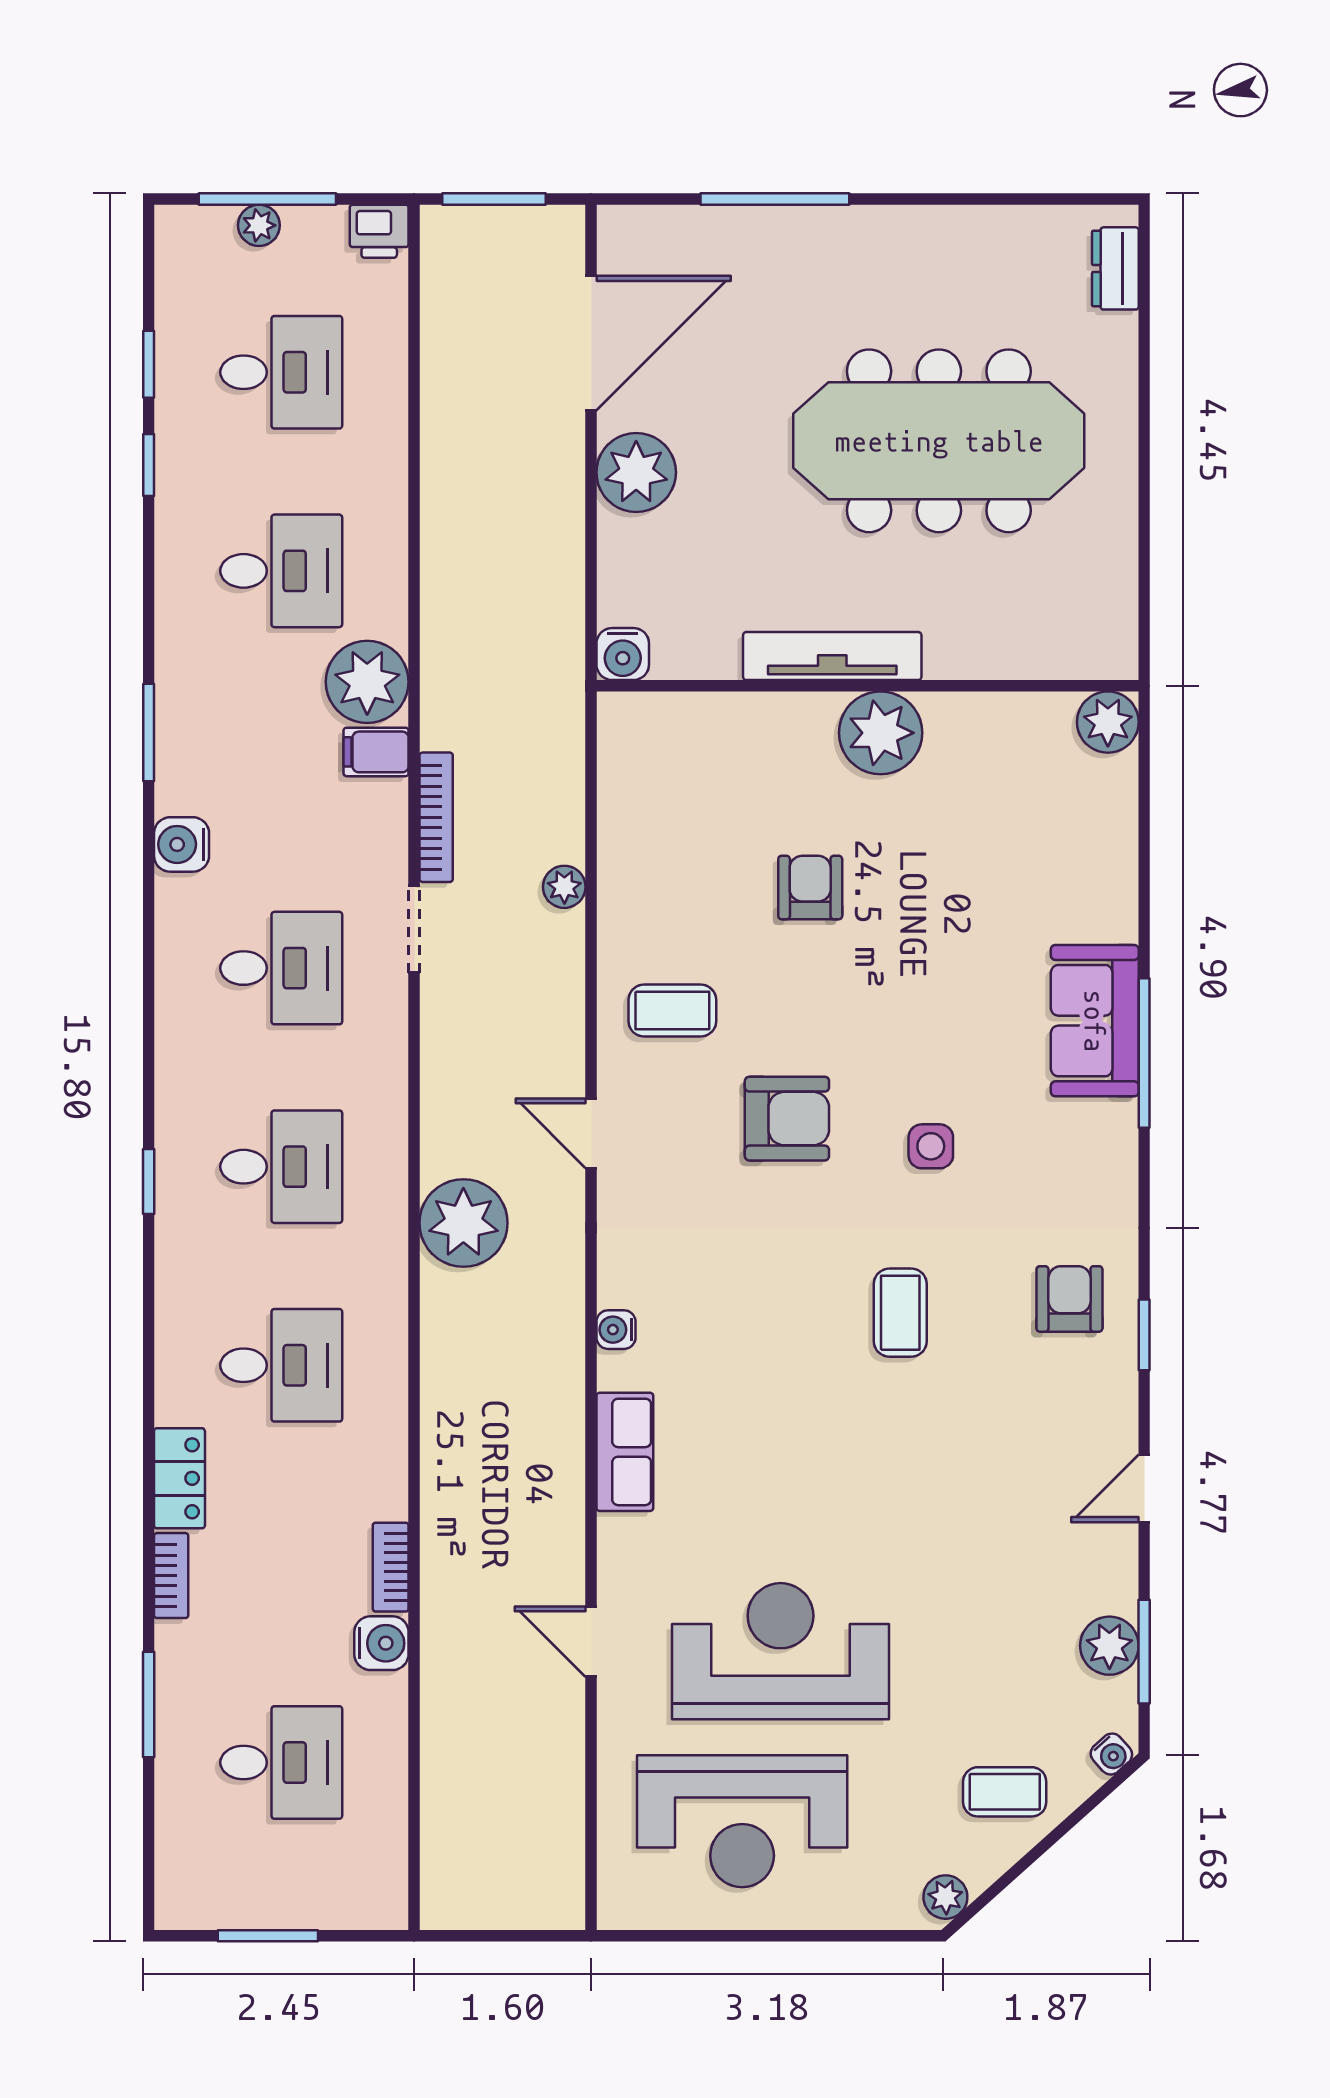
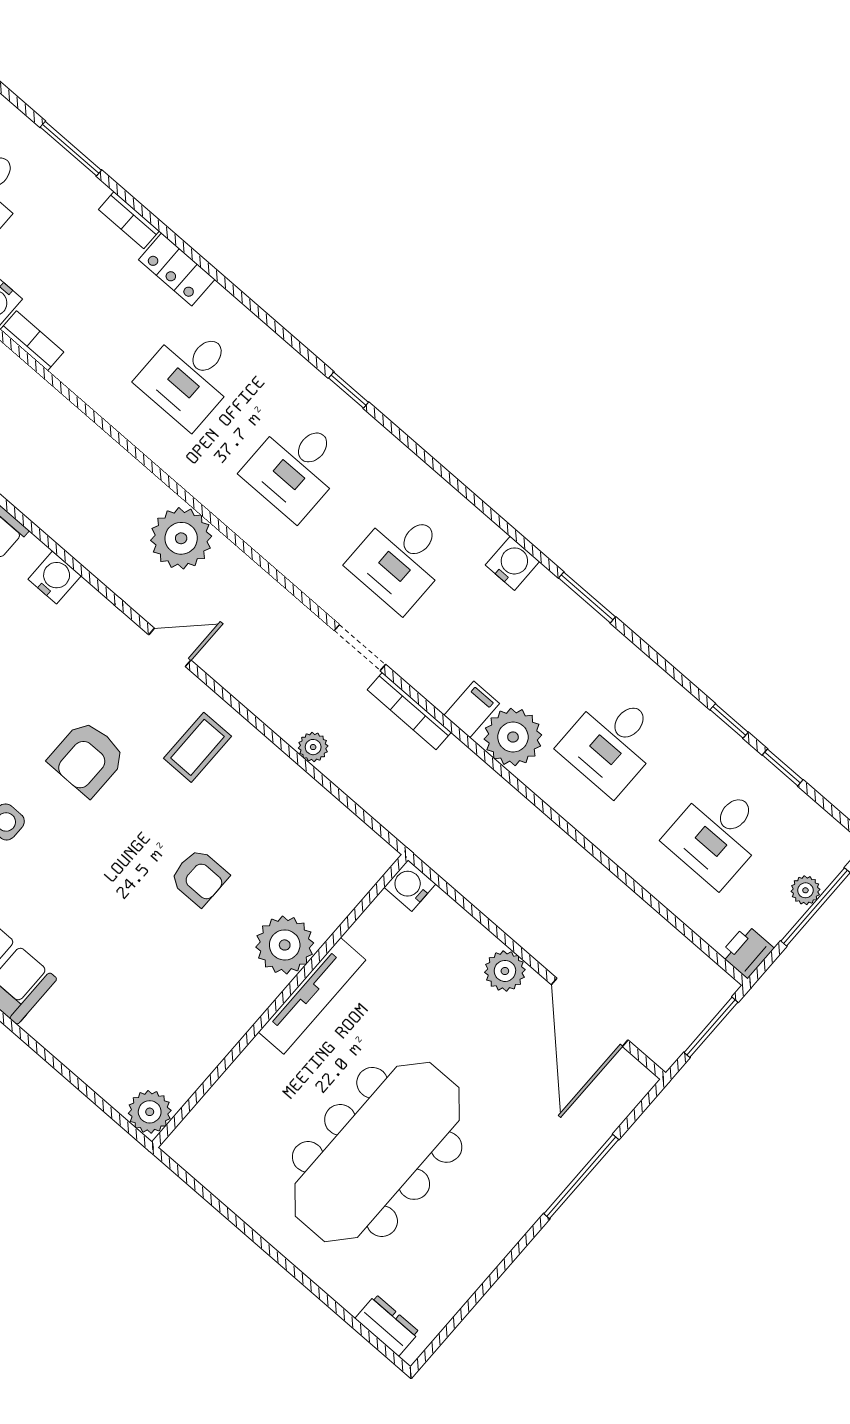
plant: (636, 472) -> (505, 971), width x0.73, depth x0.73
plant: (881, 733) -> (285, 945), moved
water cooler: (616, 1330) -> (55, 577), width x1.38, depth x1.38

